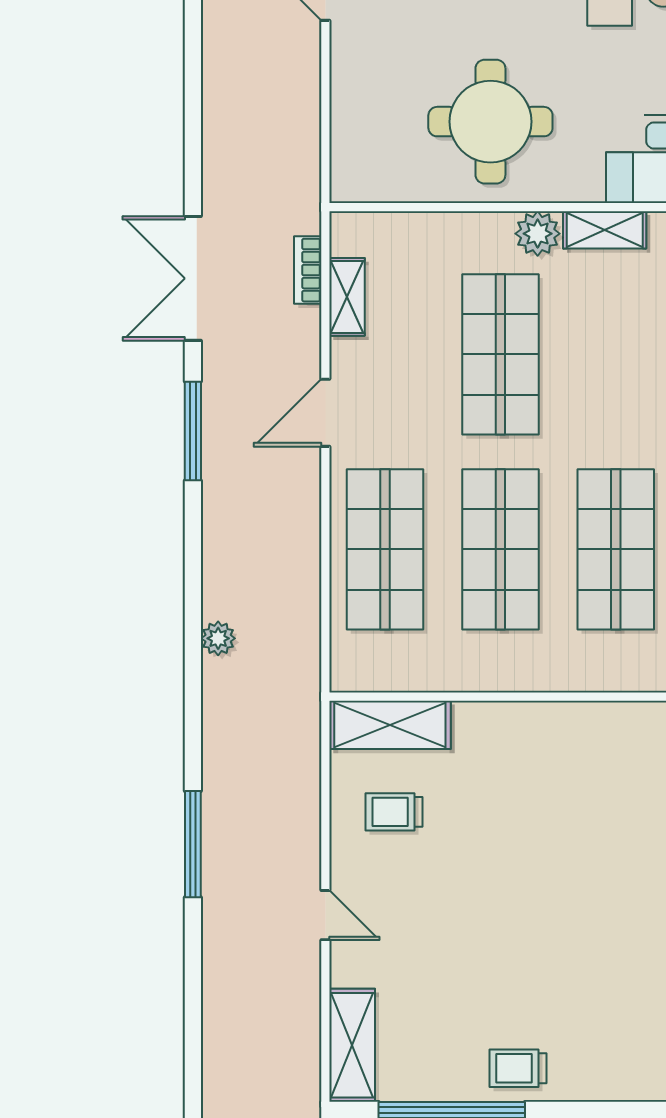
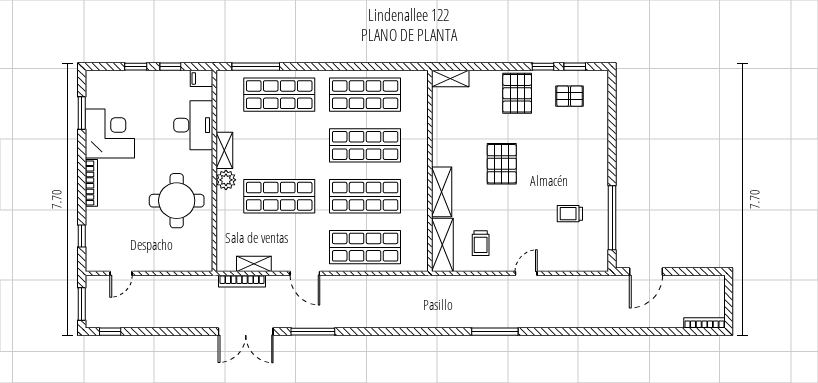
bookcase: (308, 270) -> (242, 281), width x1.56
plant: (218, 638) -> (404, 321), removed
pallet: (574, 860) -> (502, 164), added
shelving: (352, 1045) -> (442, 192), moved, turned 90
trolley: (518, 1068) -> (570, 214), moved, turned 90

